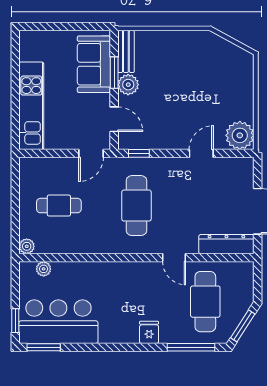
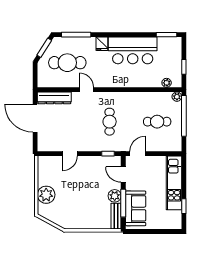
window: (15, 68) -> (184, 206), added
window: (114, 73) -> (123, 203), width x1.44
plant: (240, 135) -> (46, 195), moved
cafe table: (136, 206) -> (110, 122), width x0.73, depth x0.74
window: (15, 215) -> (184, 116), added
cafe table: (205, 302) -> (67, 63), turned 90
window: (15, 321) -> (184, 67), moved
bar counter: (58, 322) -> (133, 50), moved

